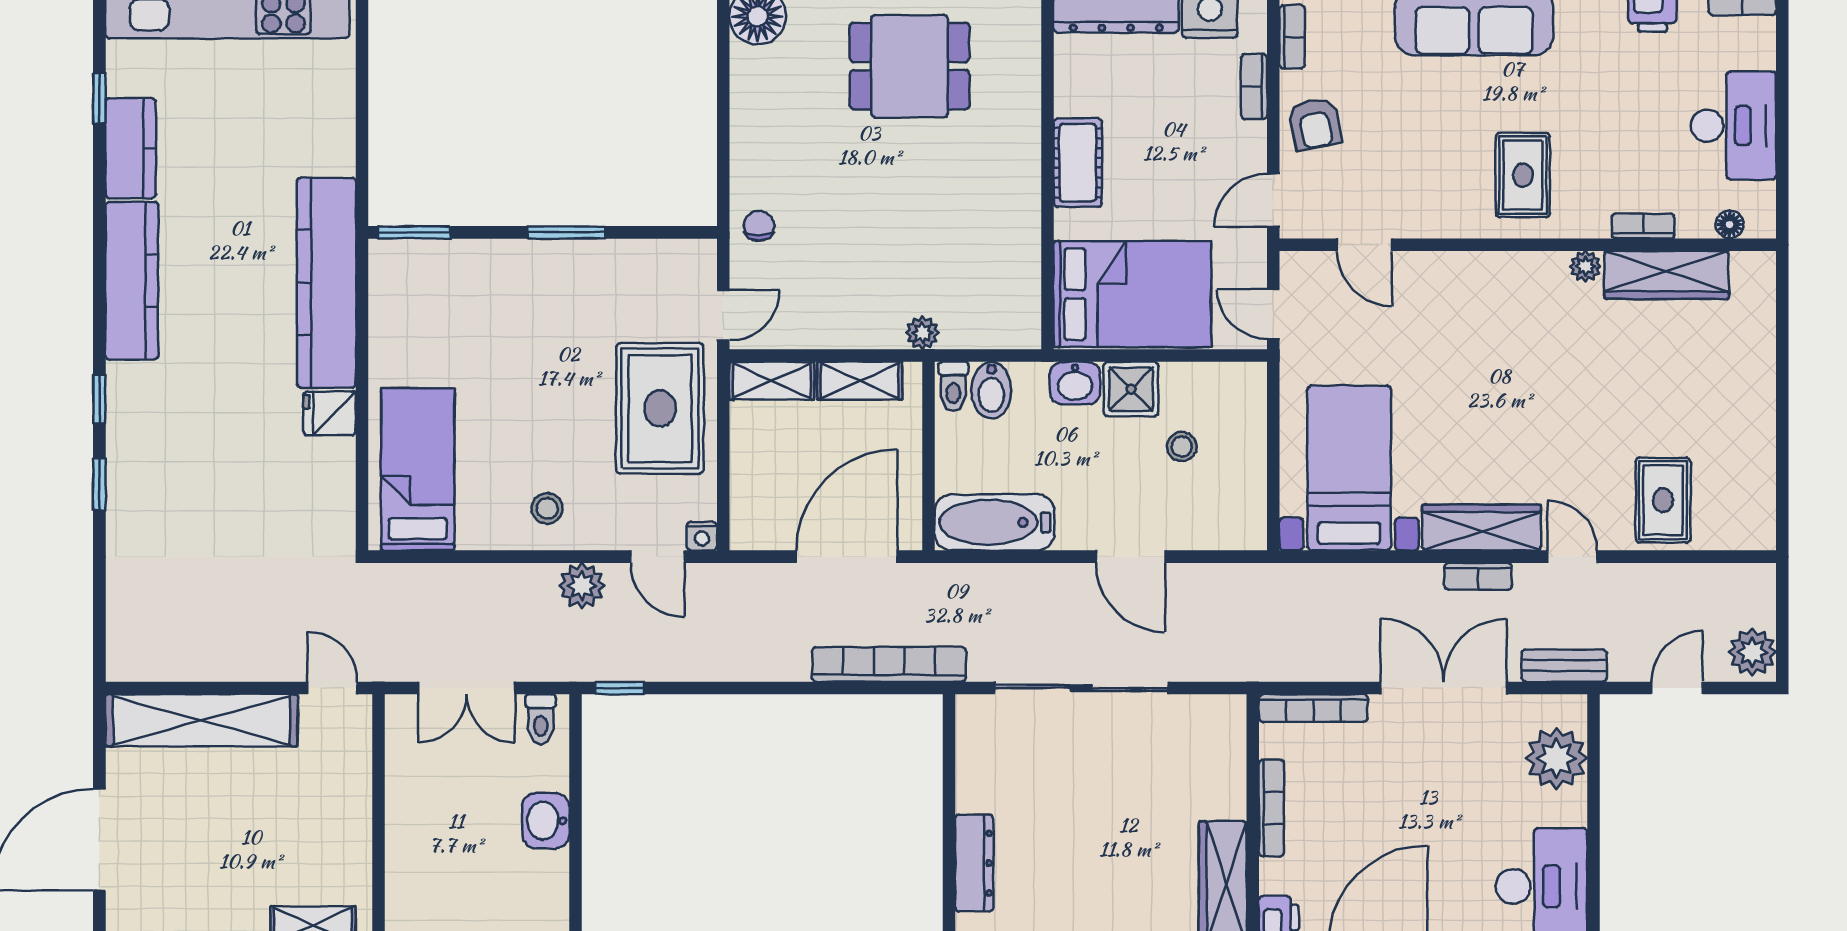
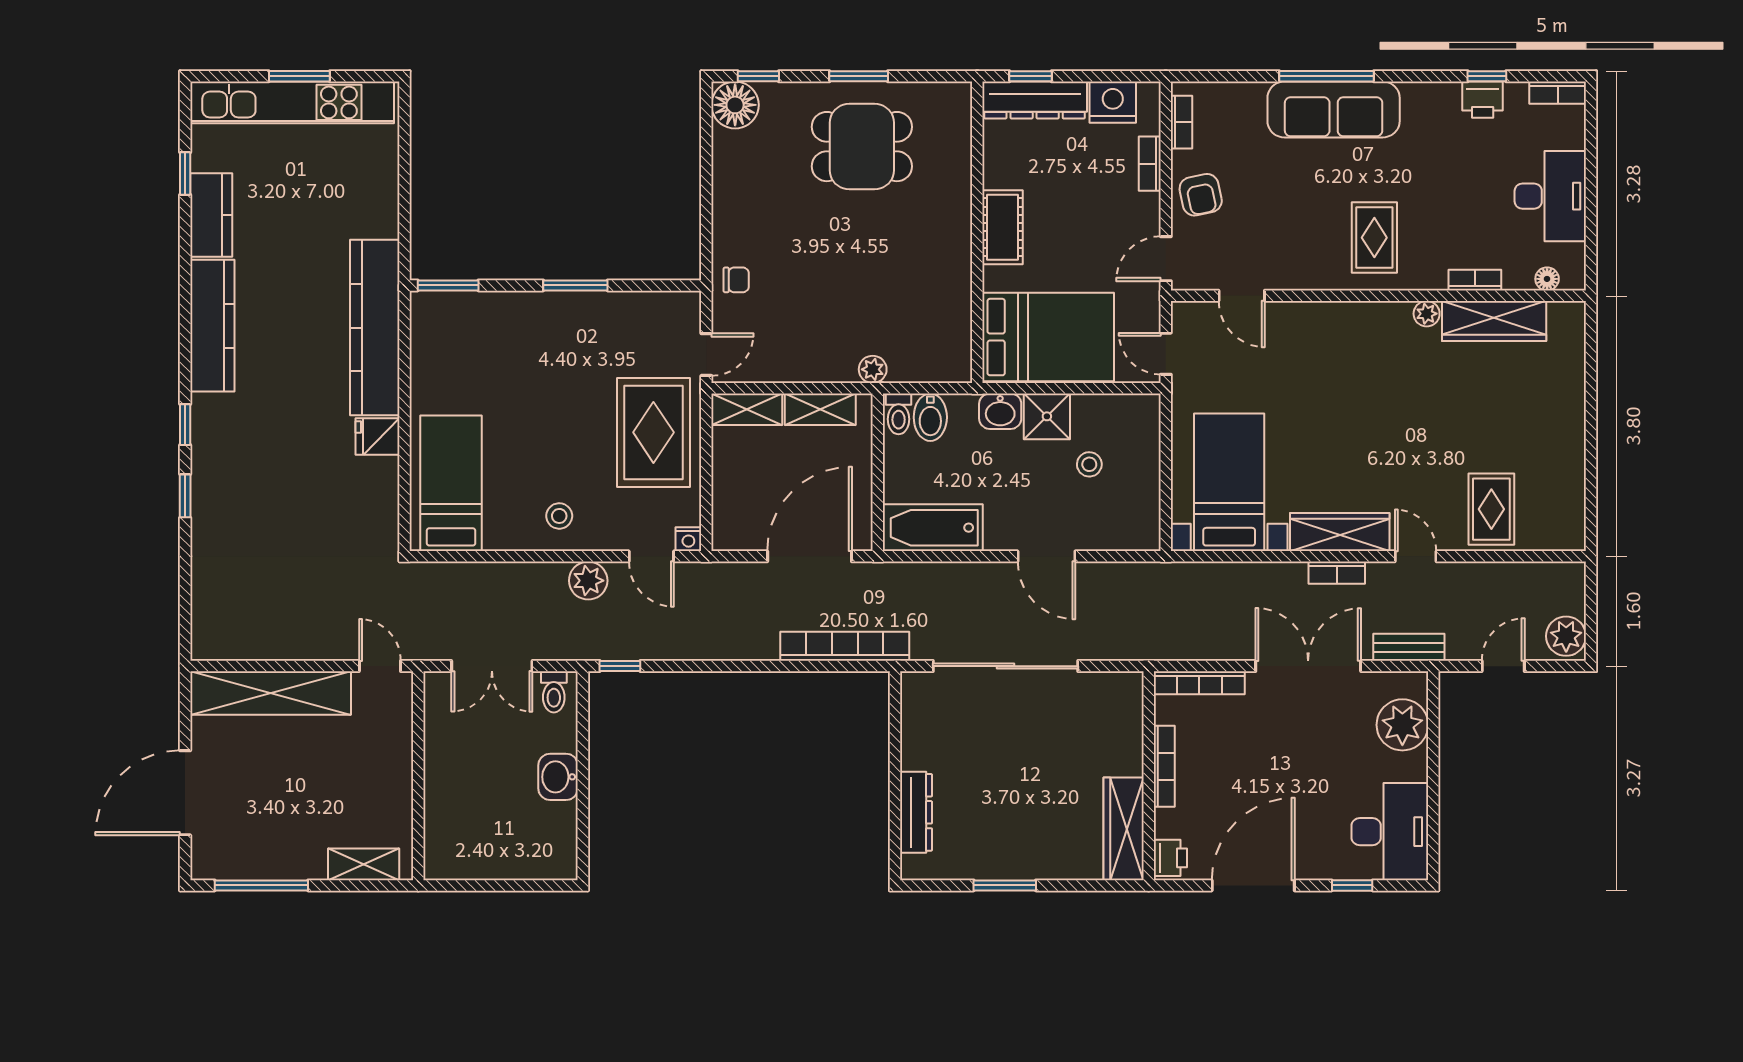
chair: (759, 226) -> (736, 280), turned 90

